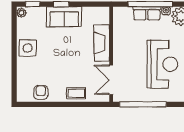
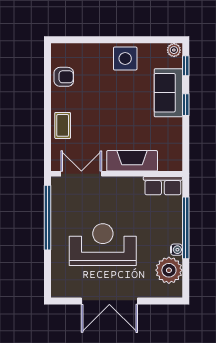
row of seats: (147, 13) -> (163, 186), moved, turned -90
sofa: (64, 17) -> (168, 93), moved
reception desk: (162, 64) -> (103, 245), turned 180

